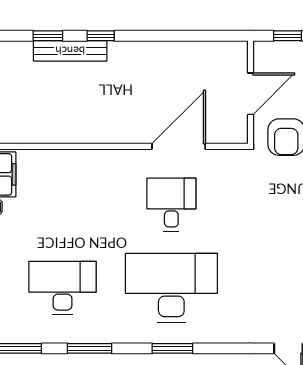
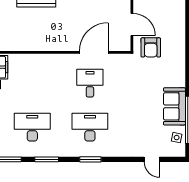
door: (250, 94) -> (132, 25), hinge flipped
desk: (171, 288) -> (90, 127), width x0.73, depth x0.77

